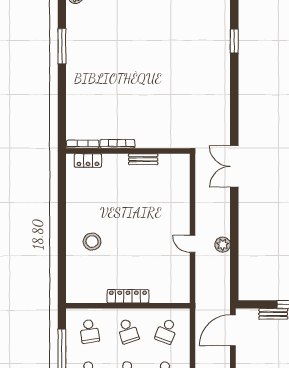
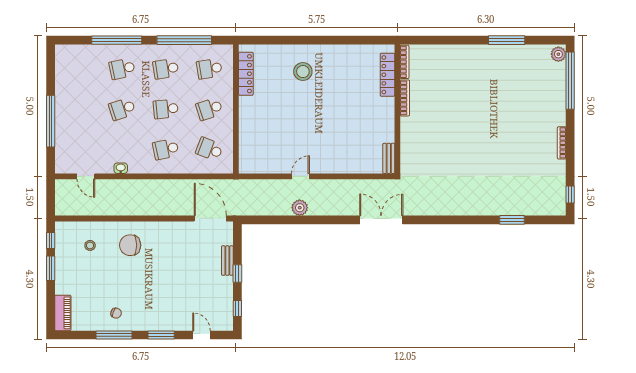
bench: (143, 159) -> (389, 158), moved
locker: (88, 161) -> (387, 75), width x1.53
locker: (128, 296) -> (246, 74), moved

